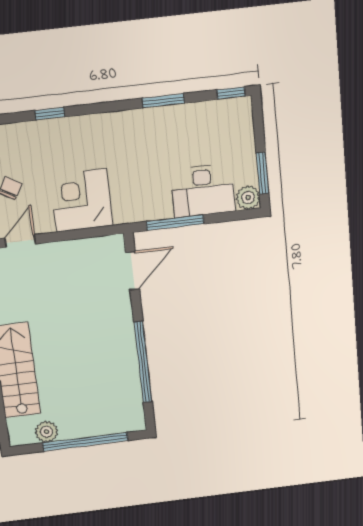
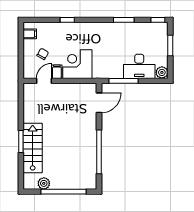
window: (262, 173) -> (170, 46), moved
filing cabinet: (43, 220) -> (57, 72), added

